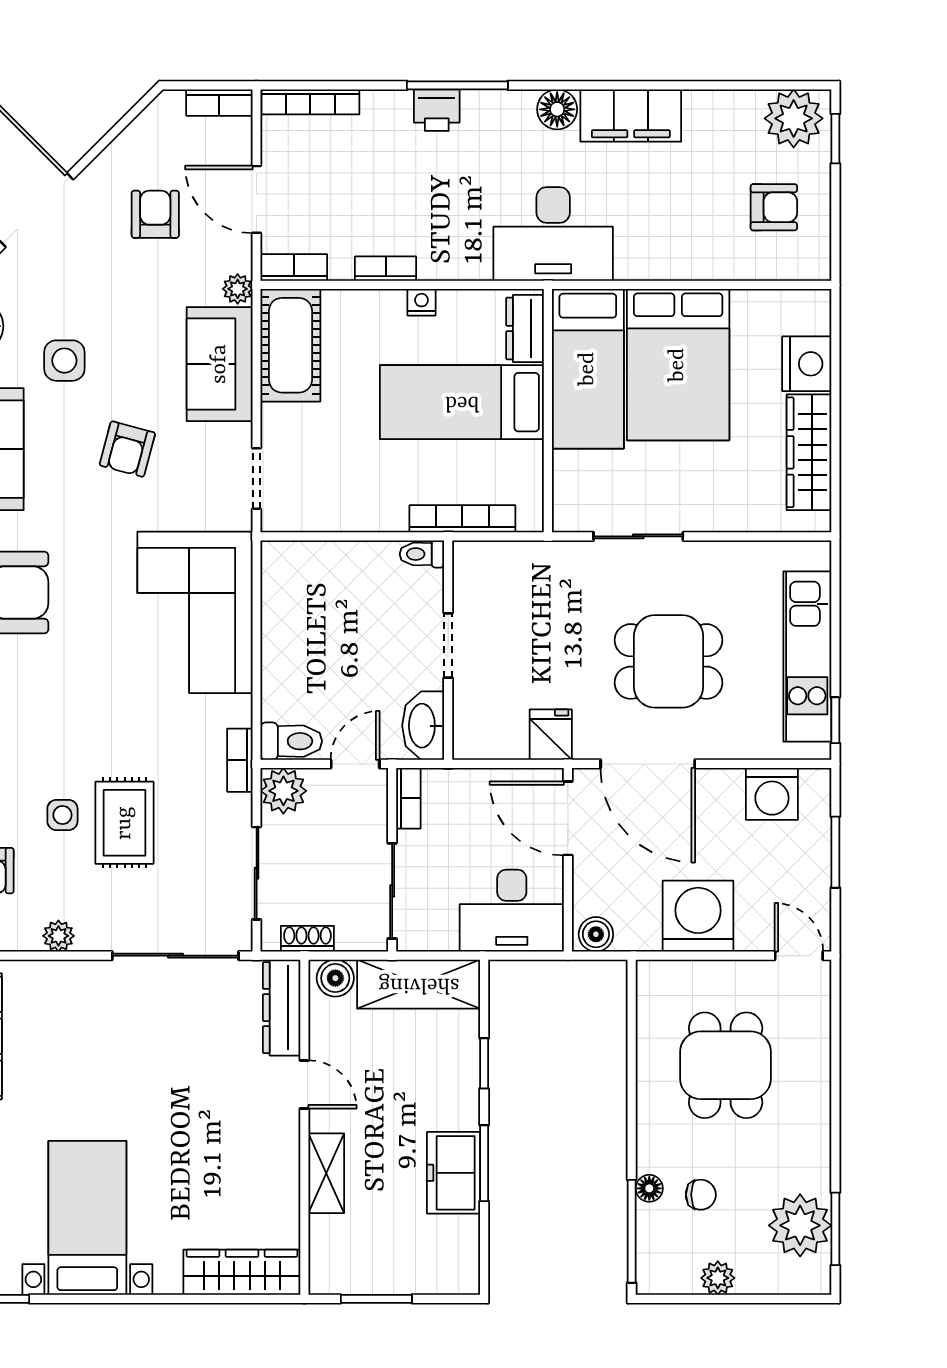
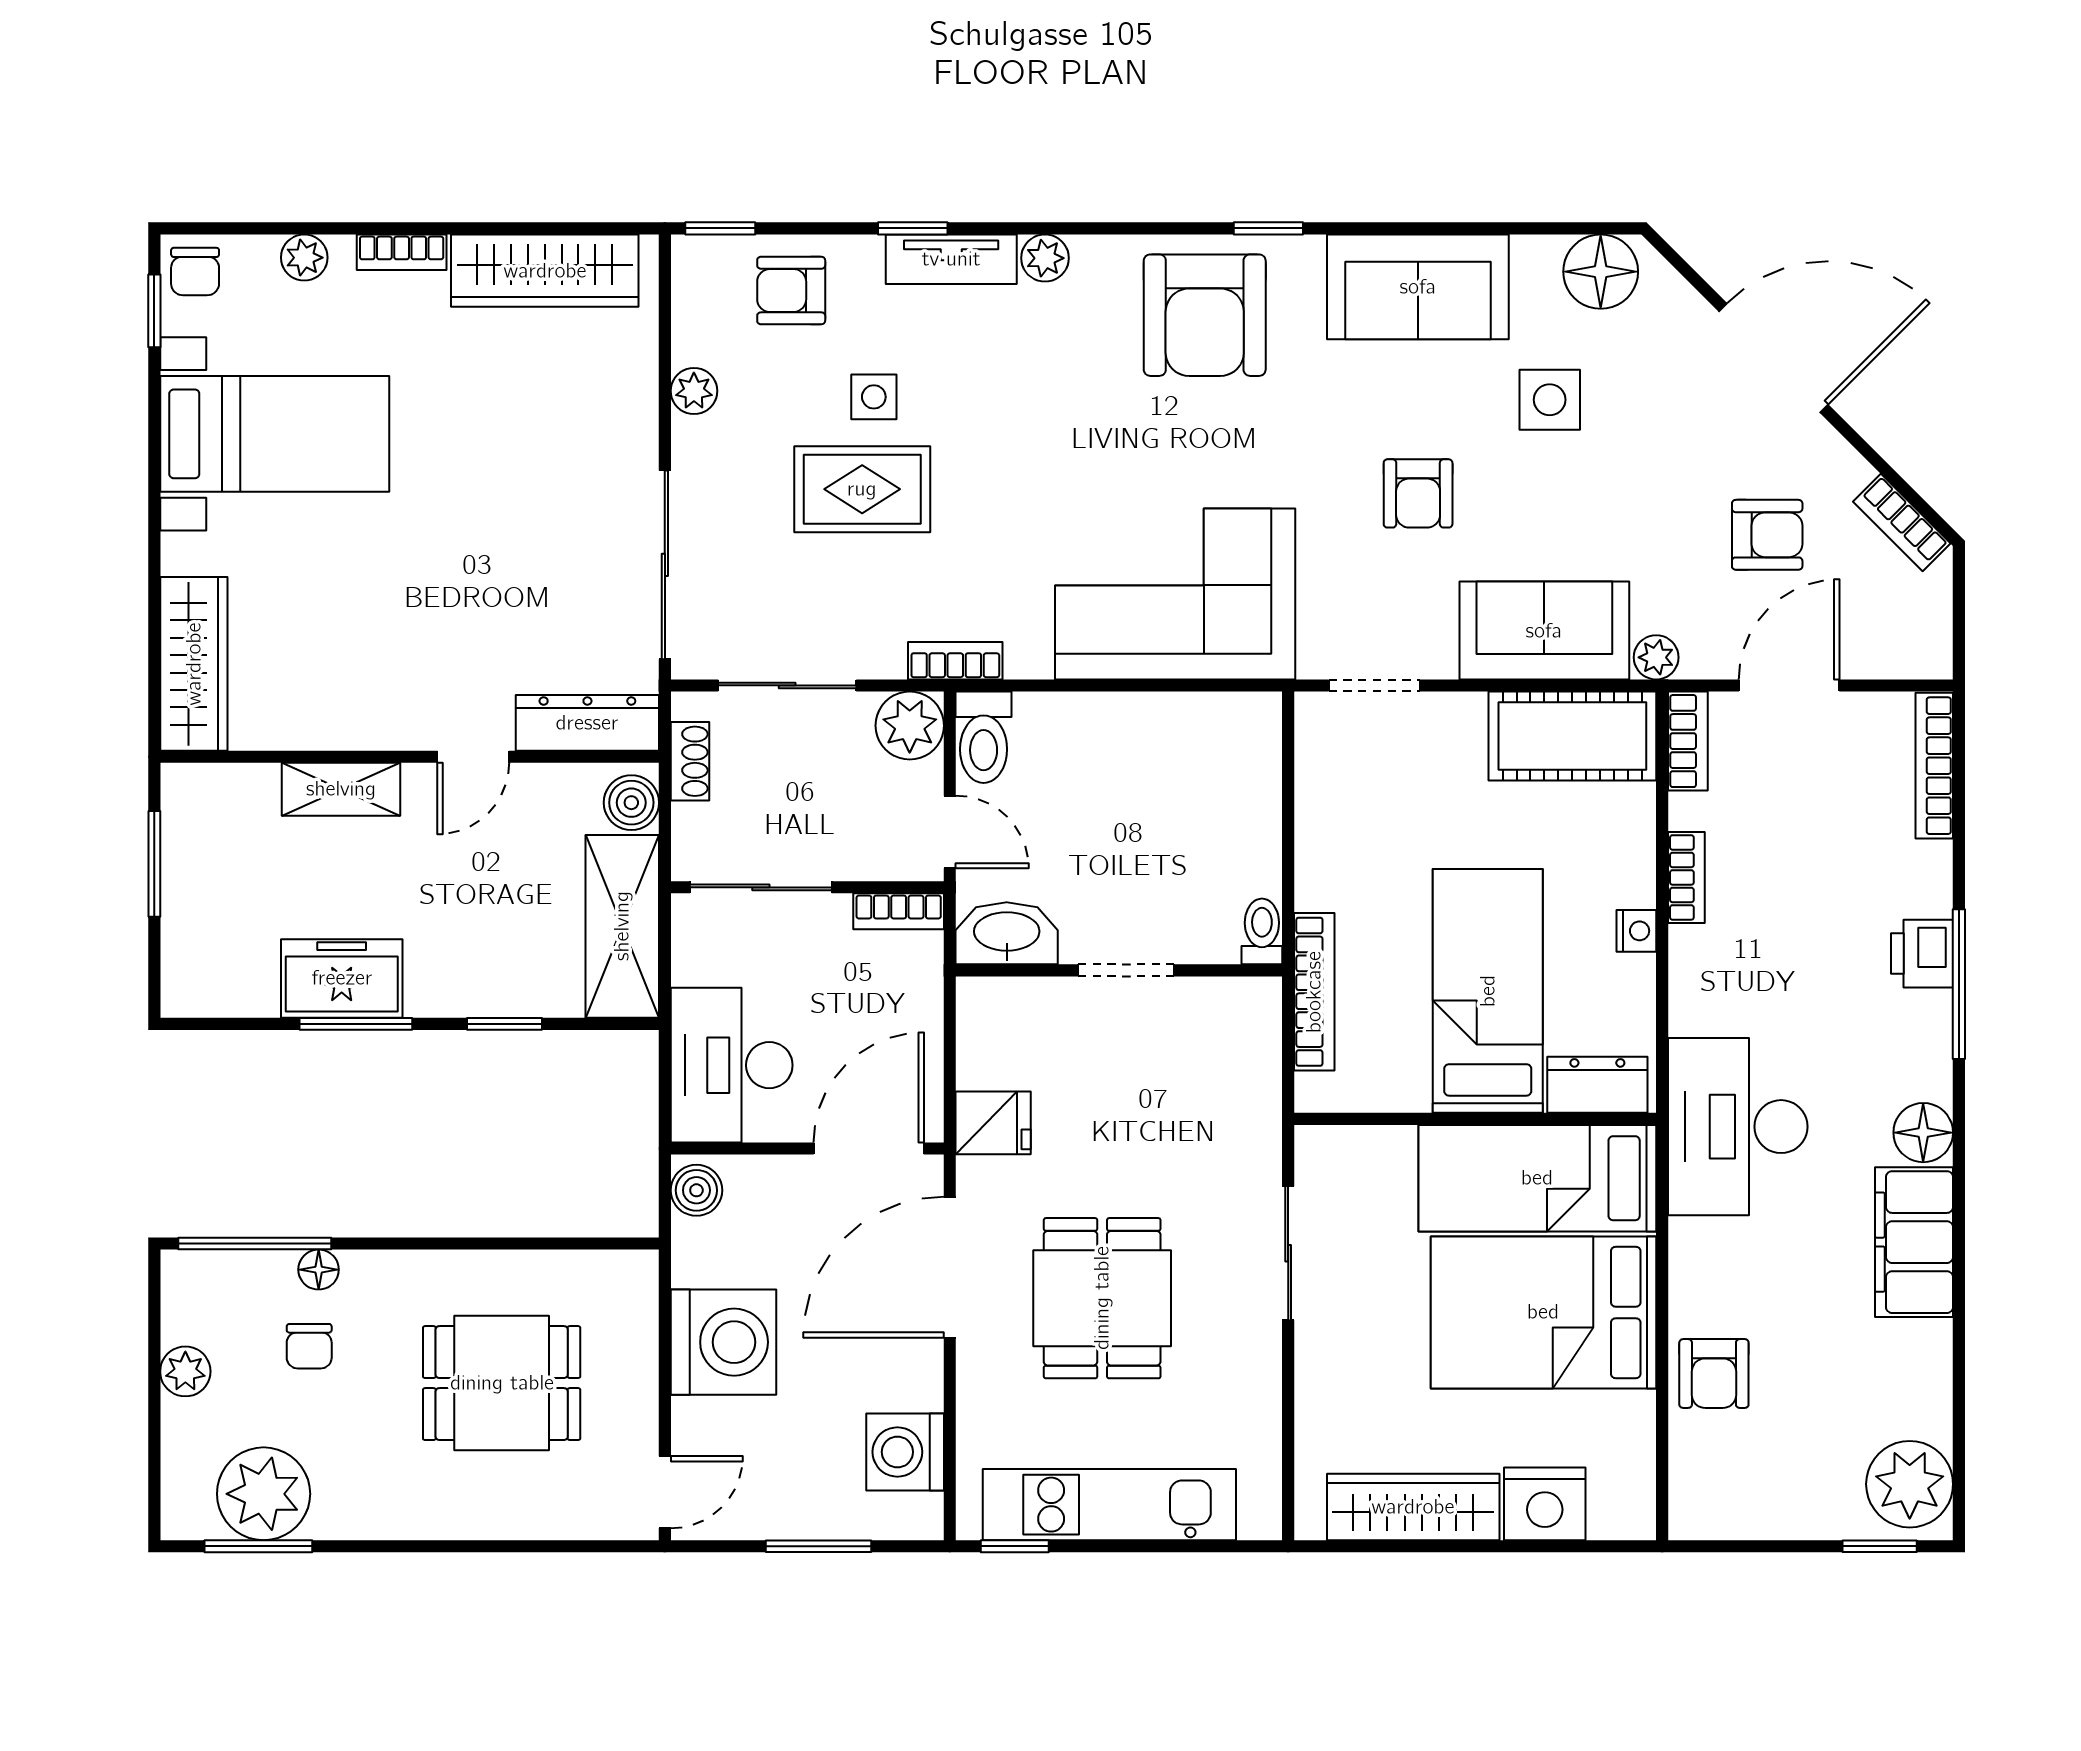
bookcase: (219, 103) -> (1902, 522), moved, turned -45
armchair: (774, 207) -> (1714, 1374), moved
armchair: (127, 449) -> (1418, 493), turned -105

